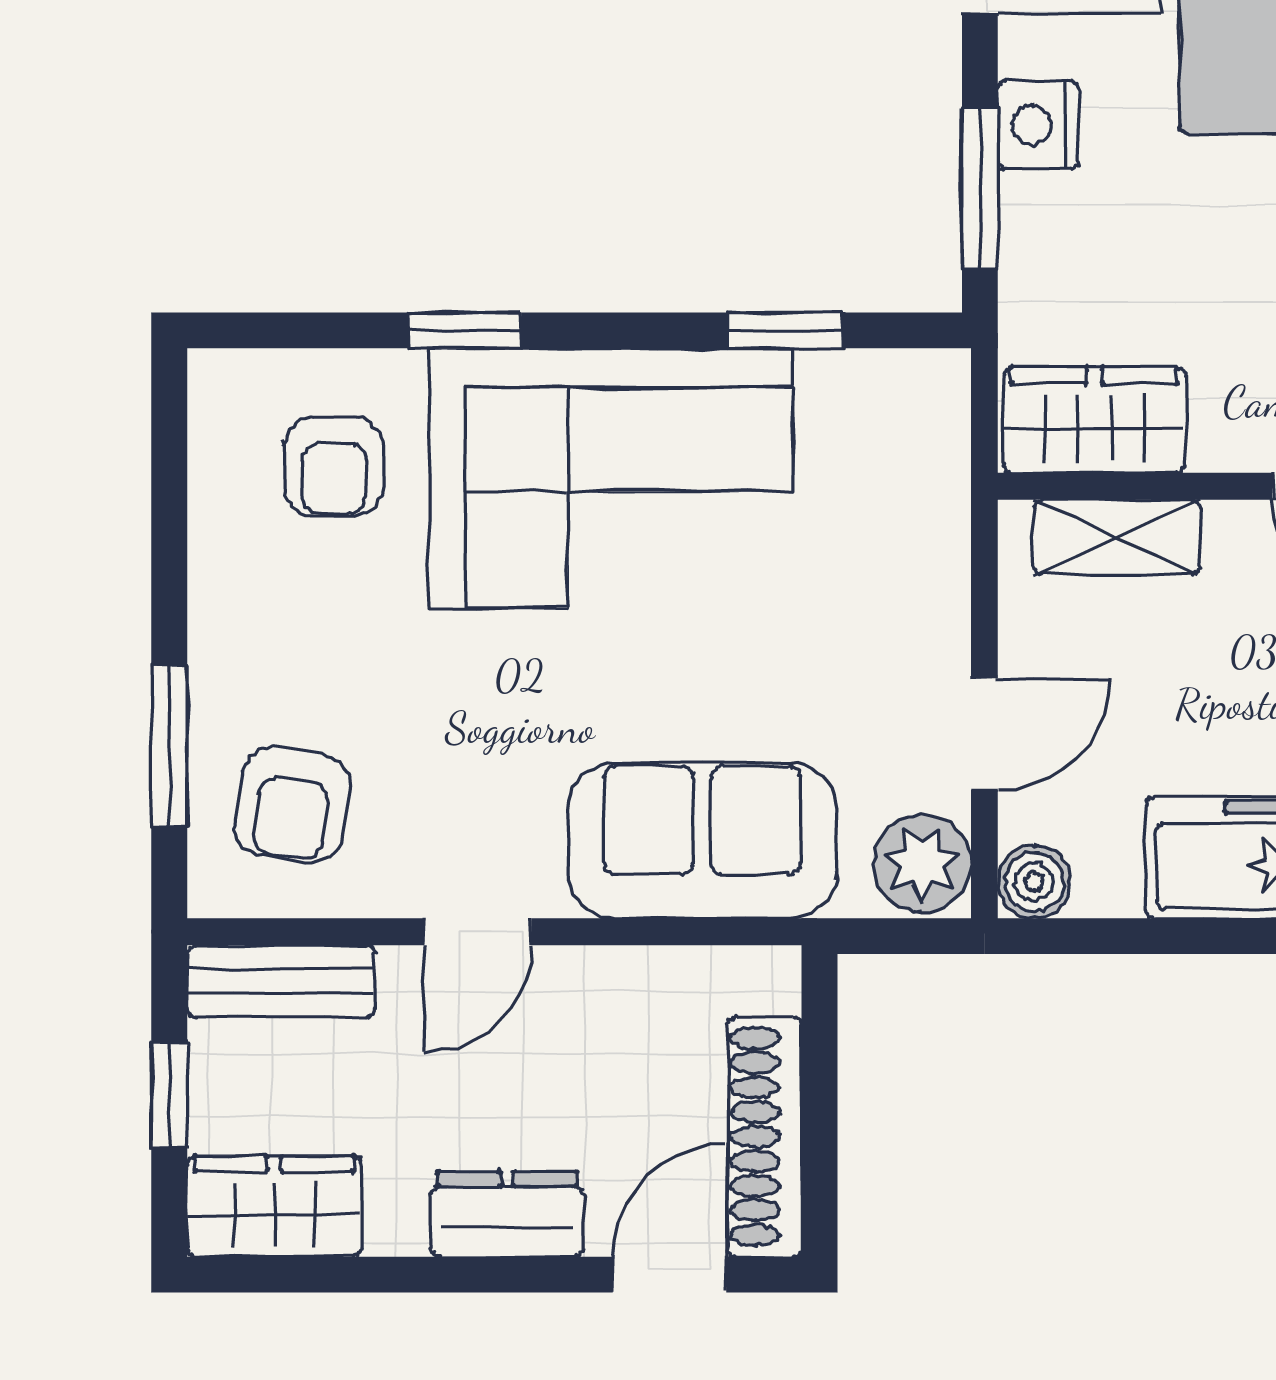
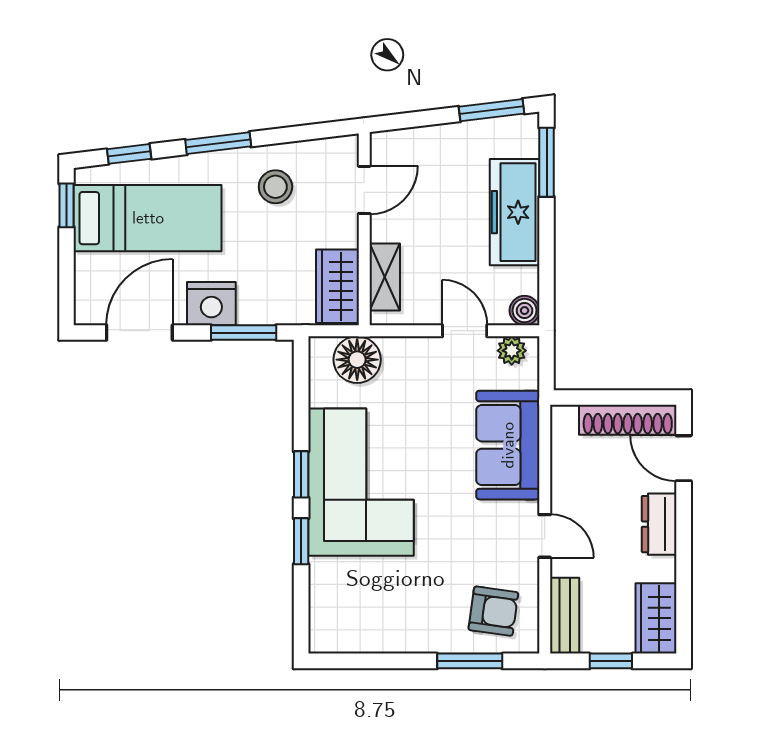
nightstand: (1038, 125) -> (211, 304), width x1.36, depth x1.33
window: (785, 330) -> (301, 474), moved
armchair: (334, 466) -> (356, 594), removed
floor lamp: (913, 469) -> (357, 360), added
plant: (922, 864) -> (512, 351), width x0.73, depth x0.73

